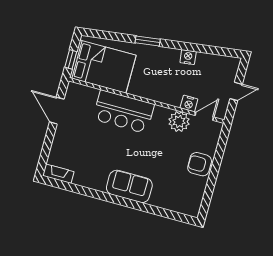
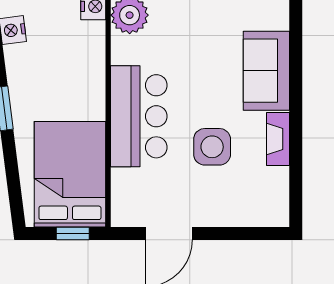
side table: (97, 146) -> (212, 147), added
fireplace: (58, 174) -> (278, 139), moved

